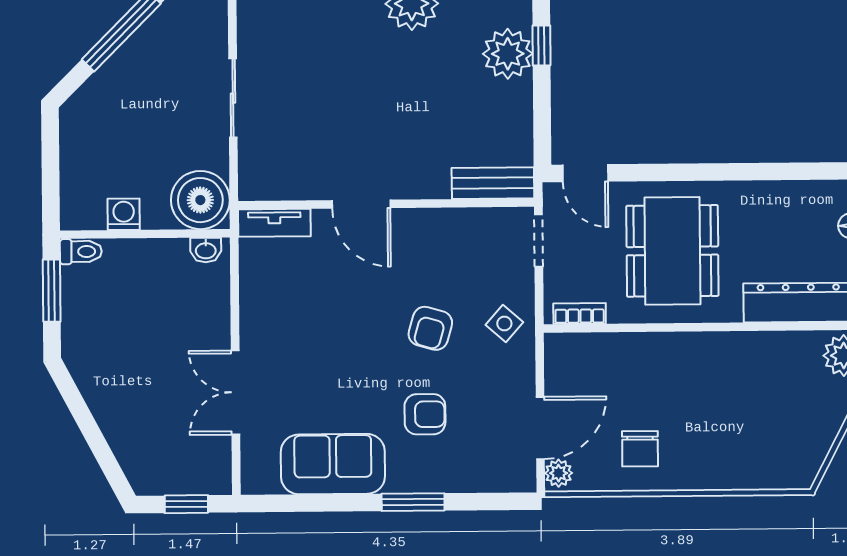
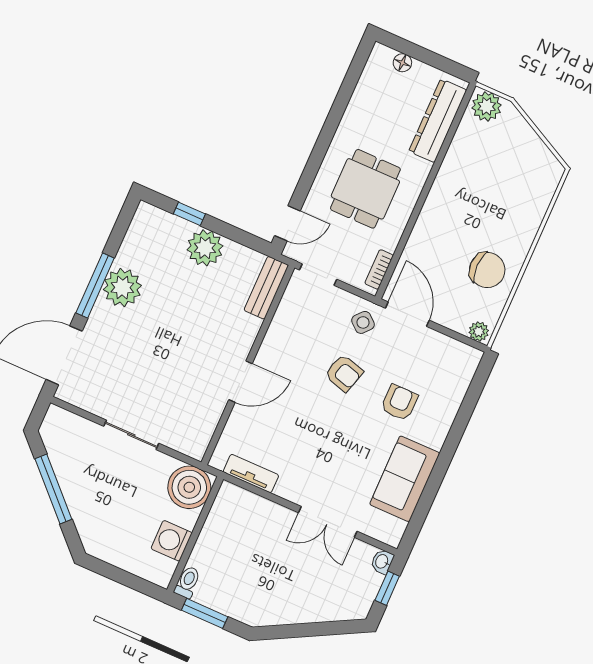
plant: (508, 54) -> (205, 248), moved
washing machine: (124, 214) -> (172, 541), width x1.38, depth x1.38
tv unit: (274, 223) -> (251, 474), moved, turned -90
washbasin: (206, 250) -> (382, 562), moved, turned 180
dining table: (672, 251) -> (365, 189), width x0.73
door: (540, 428) -> (407, 314), moved
chair: (640, 449) -> (487, 270), width x1.37, depth x1.37
window: (413, 502) -> (454, 437), removed

